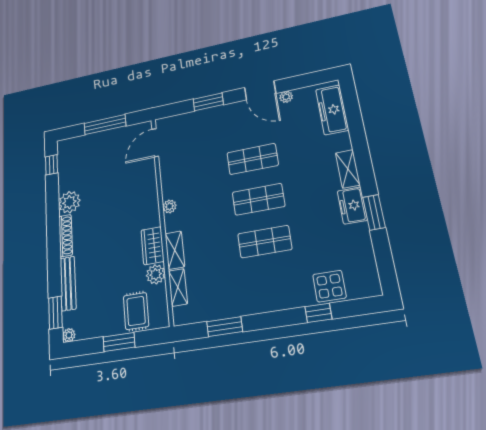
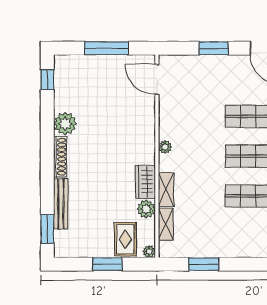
door: (155, 143) -> (157, 80), hinge flipped
plant: (69, 335) -> (149, 252), moved

